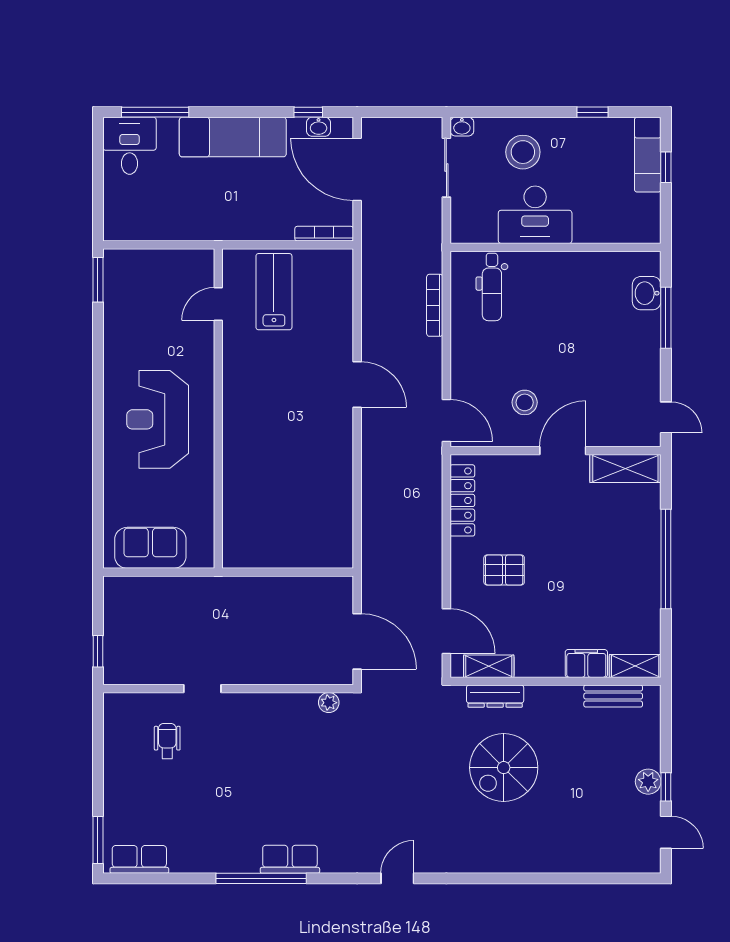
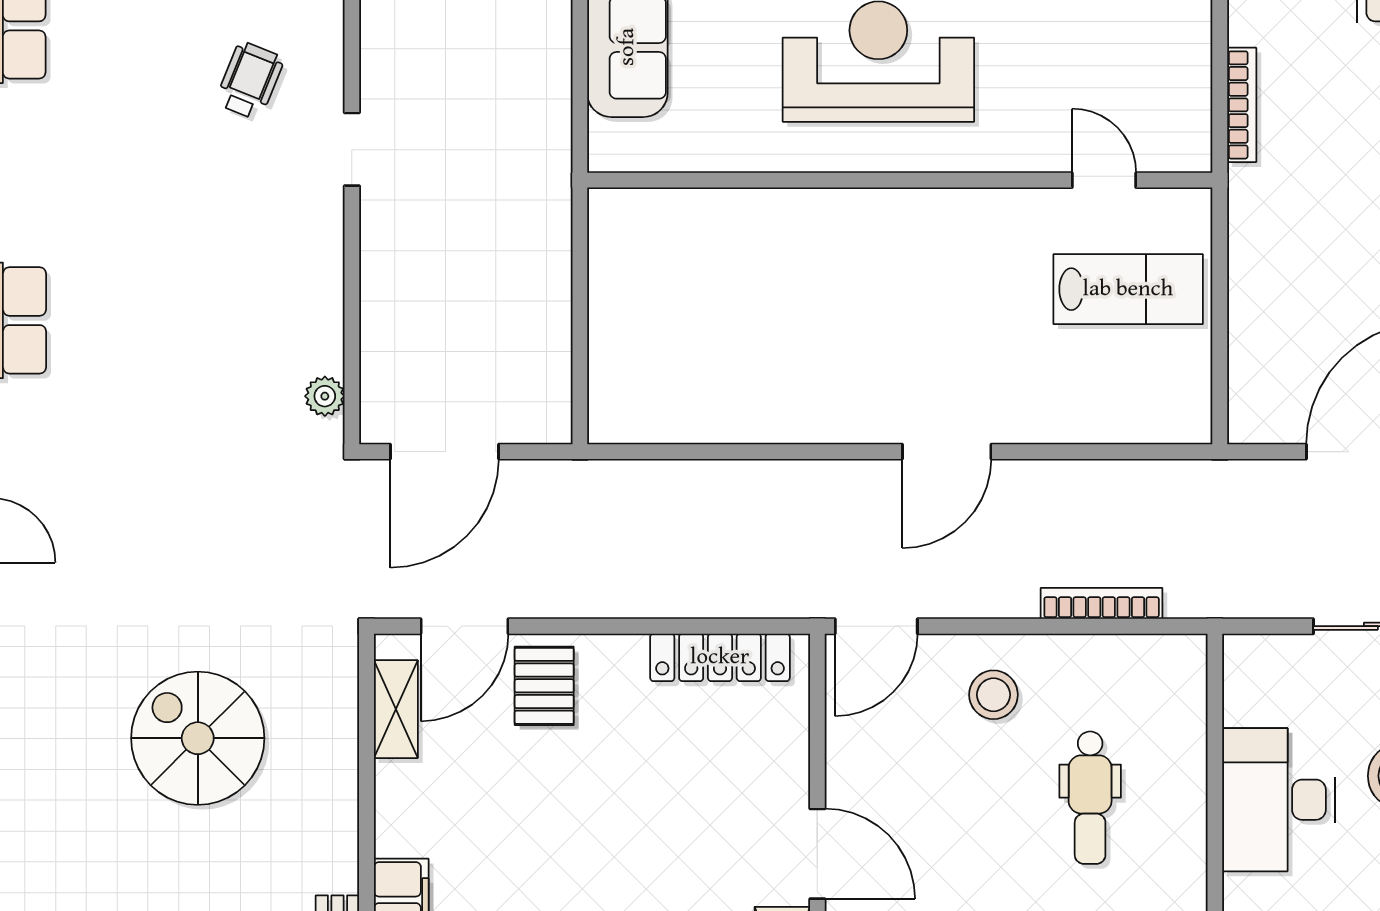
bookcase: (324, 234) -> (1242, 105), moved
dental chair: (492, 287) -> (1090, 798), moved, turned -90
stool: (525, 402) -> (993, 695), moved
pallet: (504, 570) -> (544, 686), moved
dresser: (495, 696) -> (337, 721), removed
wheelchair: (167, 741) -> (250, 80), turned -68

